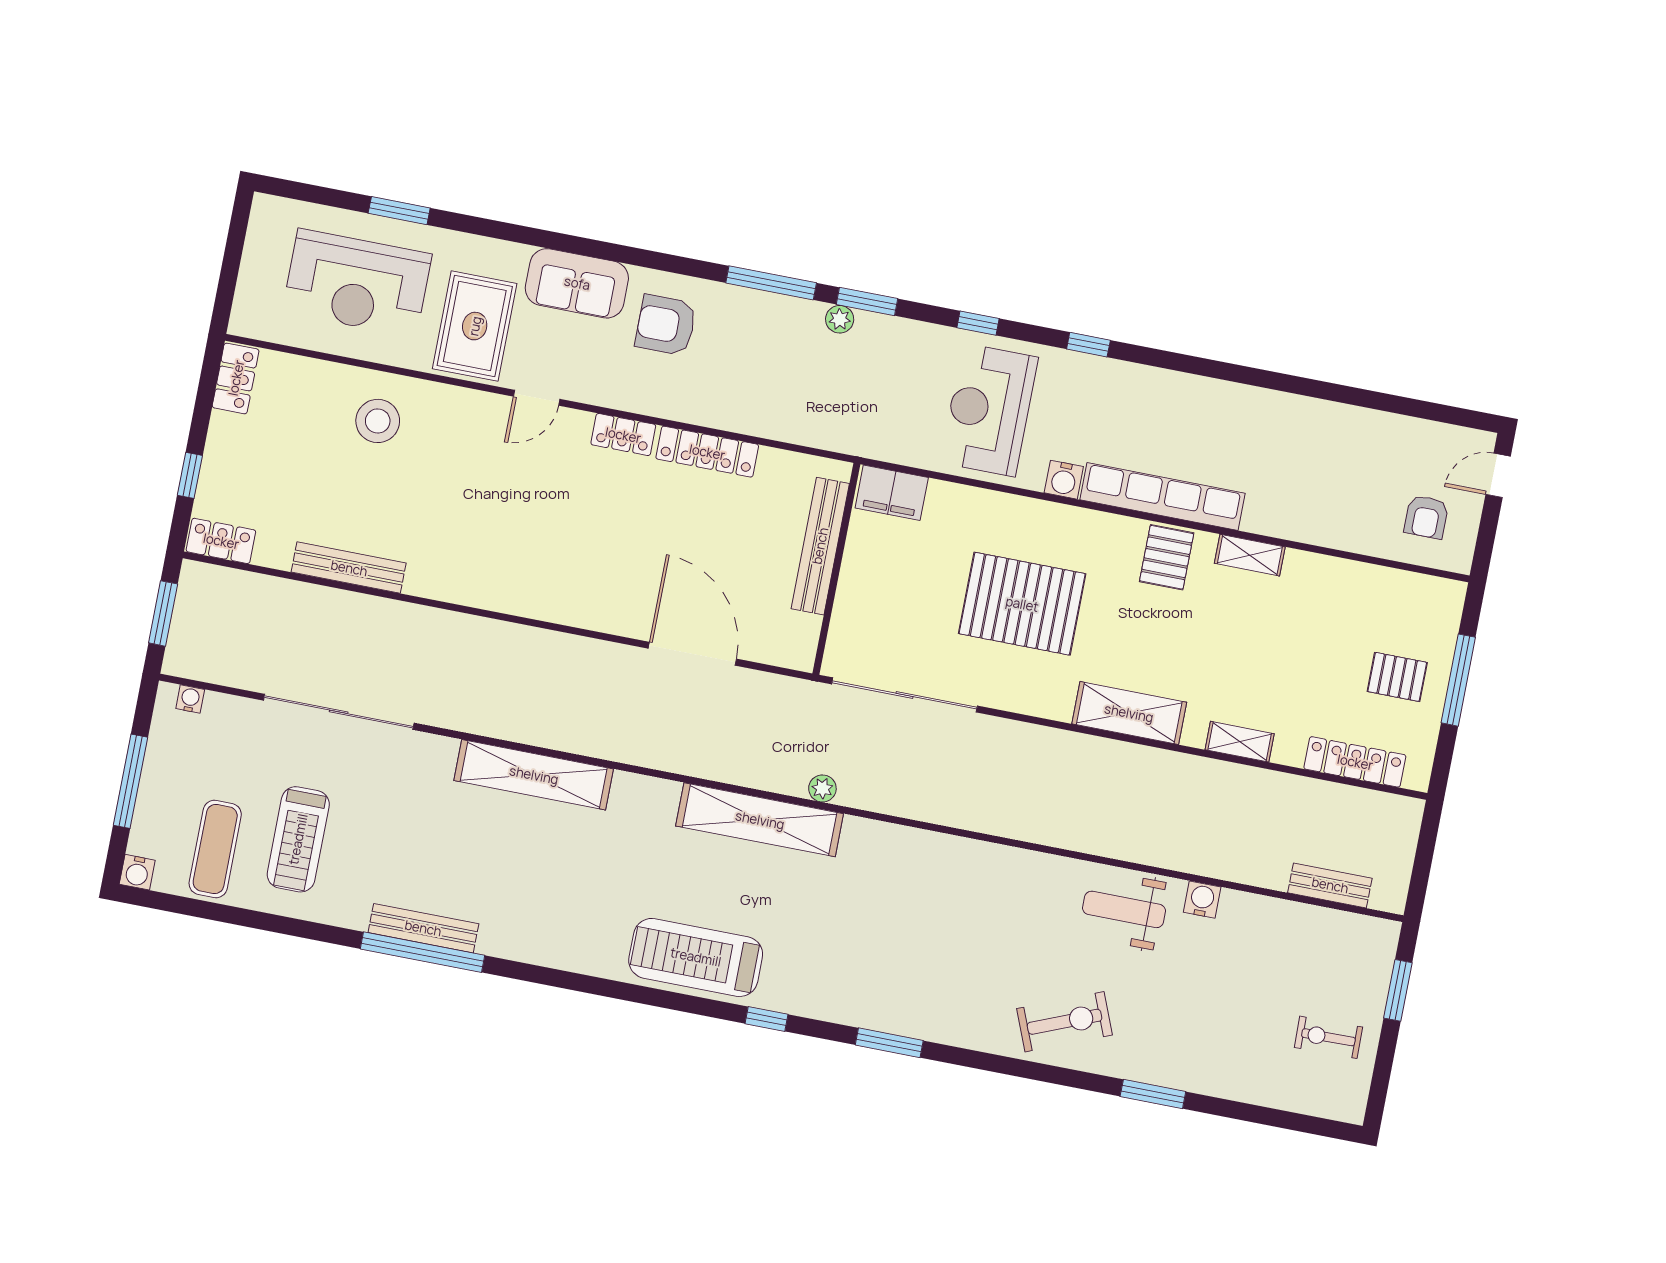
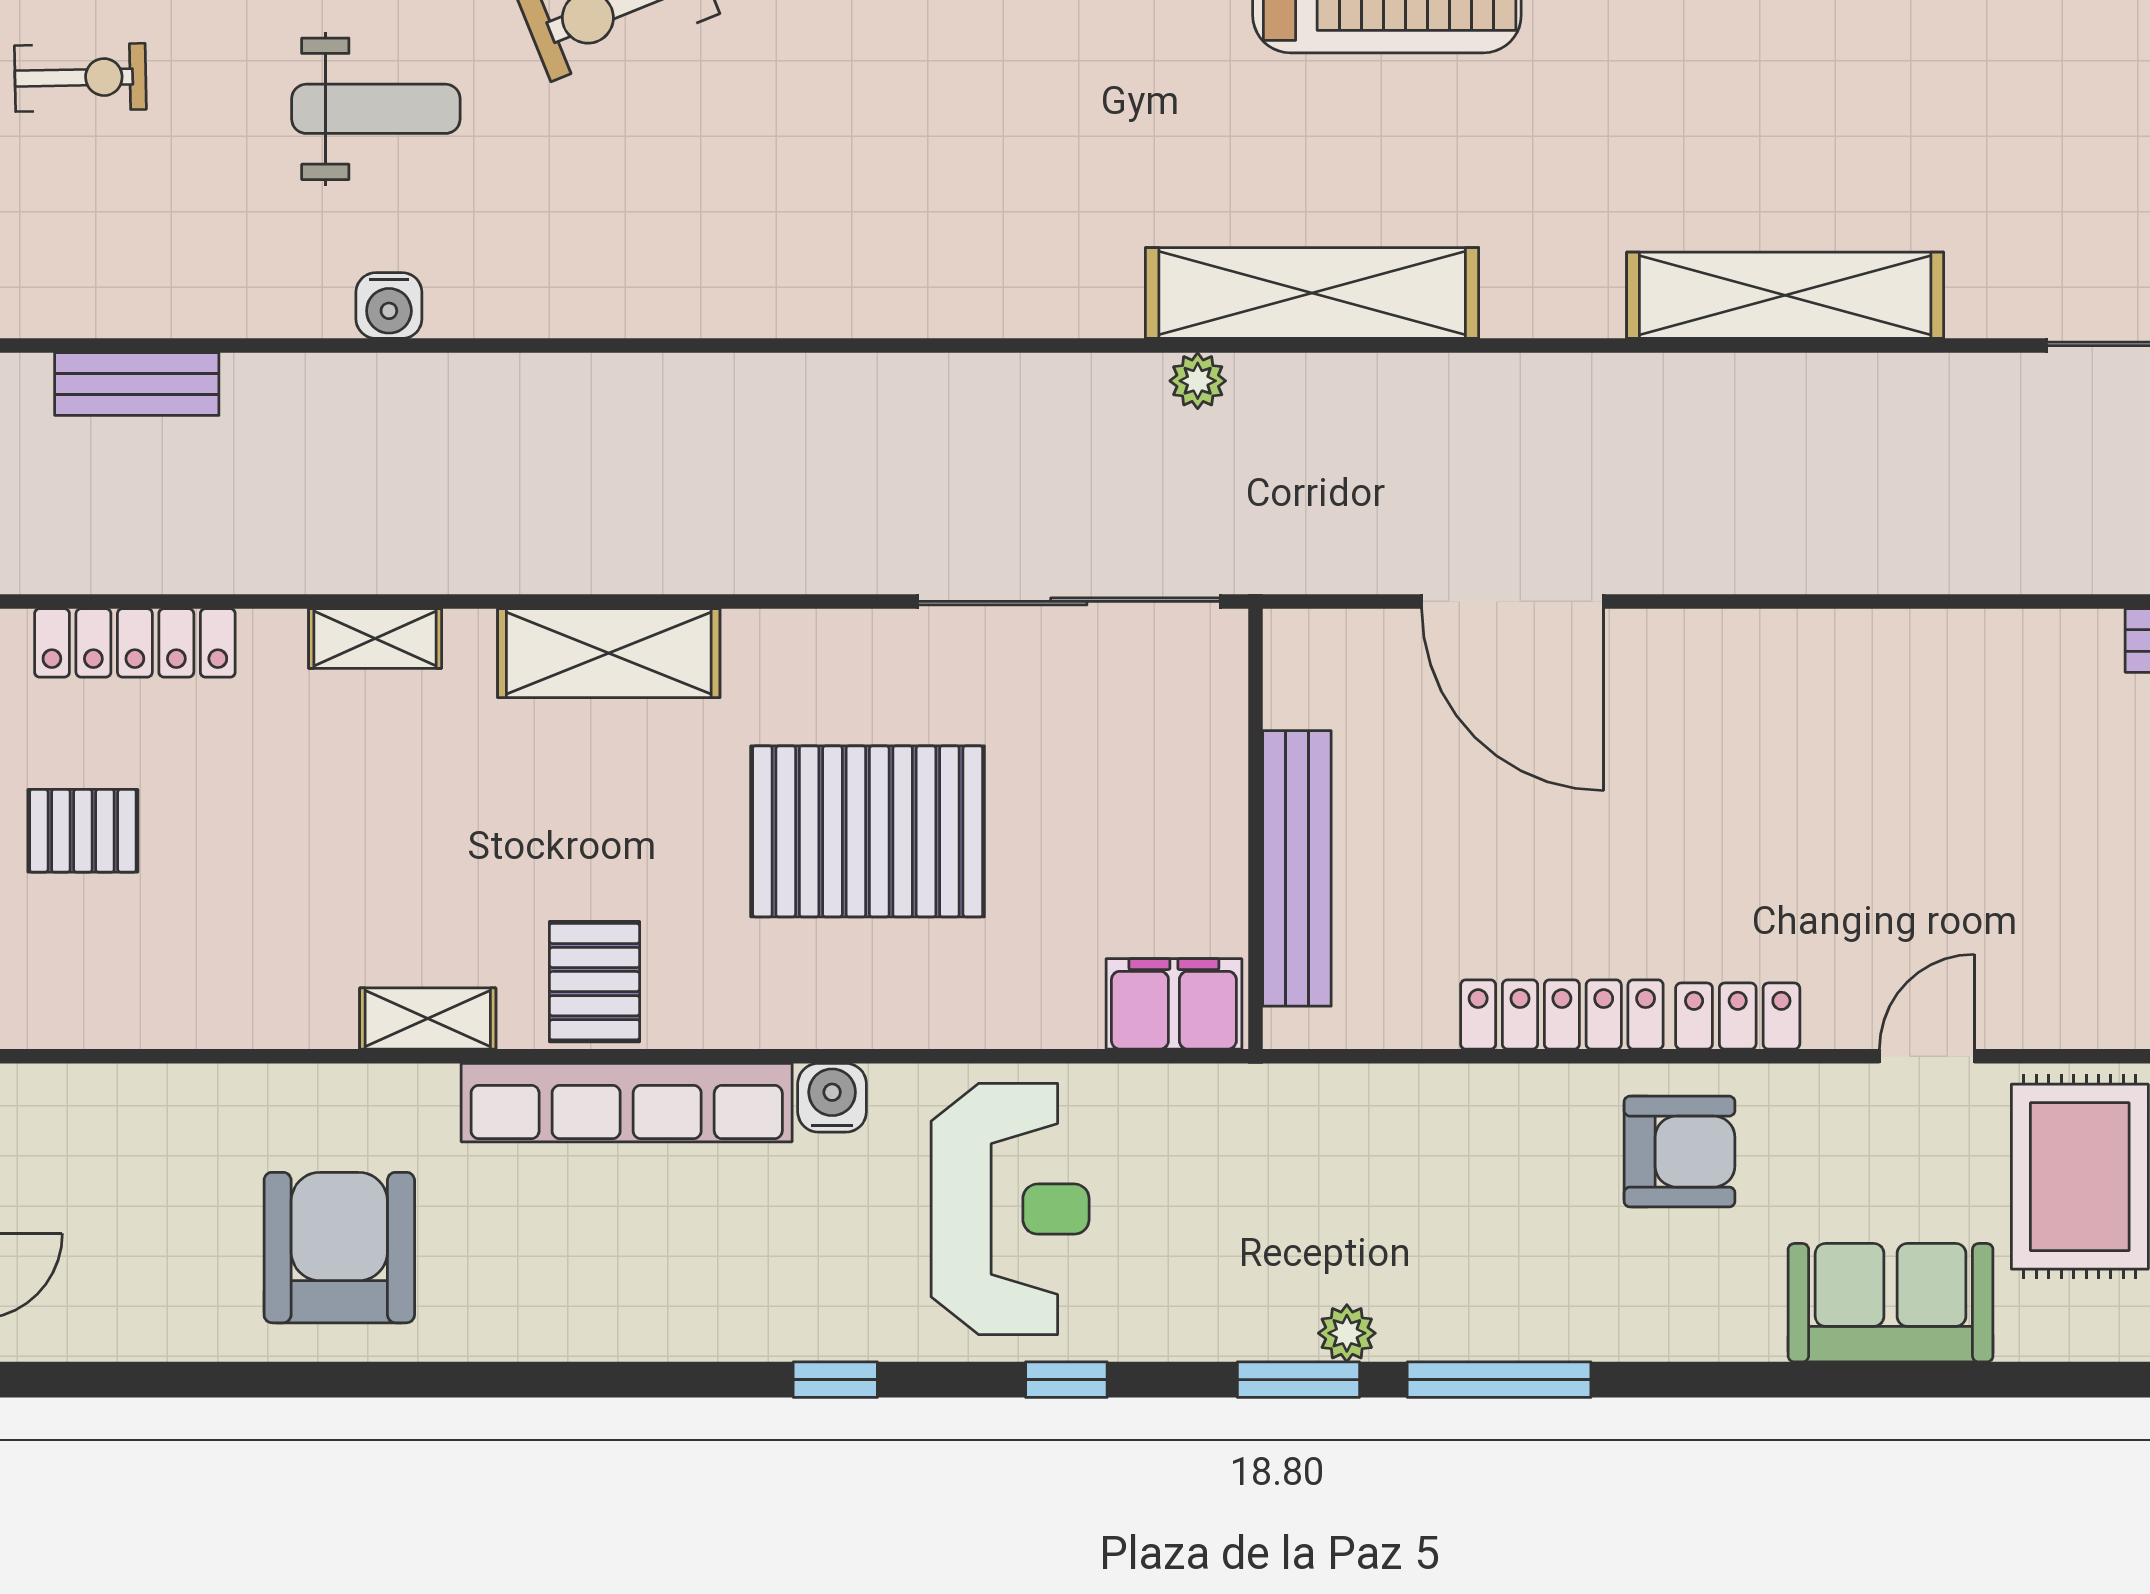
armchair: (666, 325) -> (1680, 1152), moved
armchair: (1426, 517) -> (339, 1248), moved, width x1.88, depth x1.88
weight bench: (1124, 909) -> (376, 109), moved

